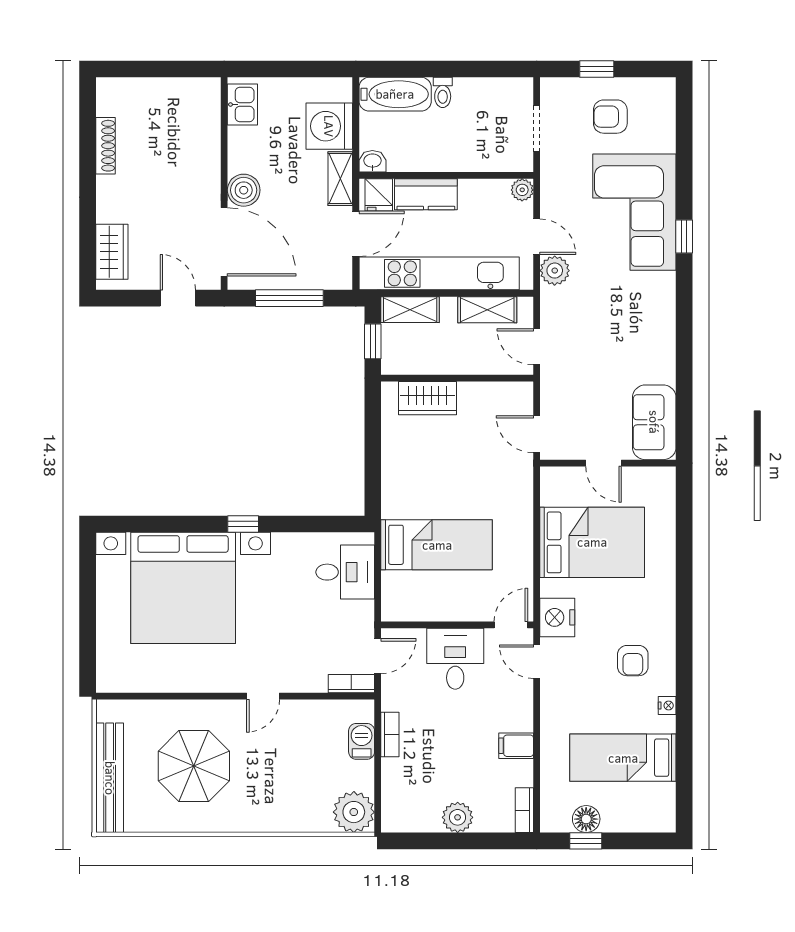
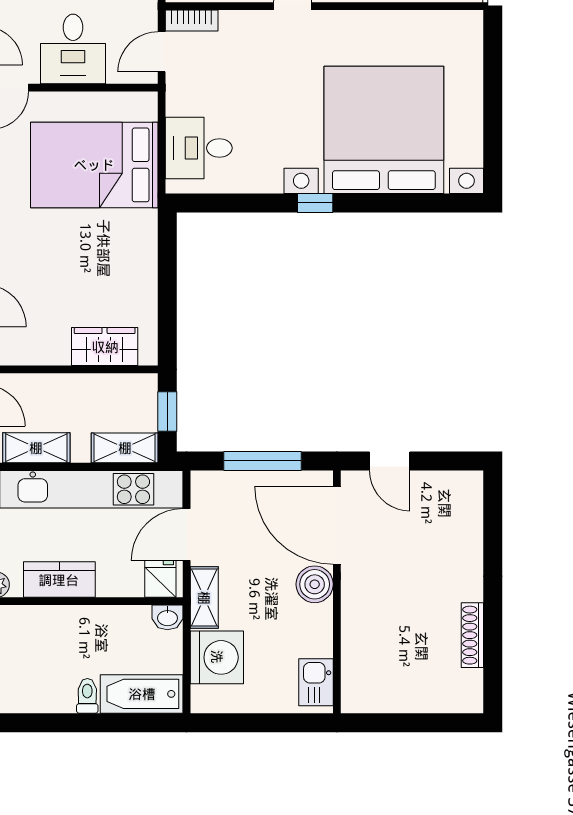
kitchen counter: (426, 194) -> (59, 580), moved
wardrobe: (112, 252) -> (465, 514), removed
bed: (437, 545) -> (94, 165), width x1.50

